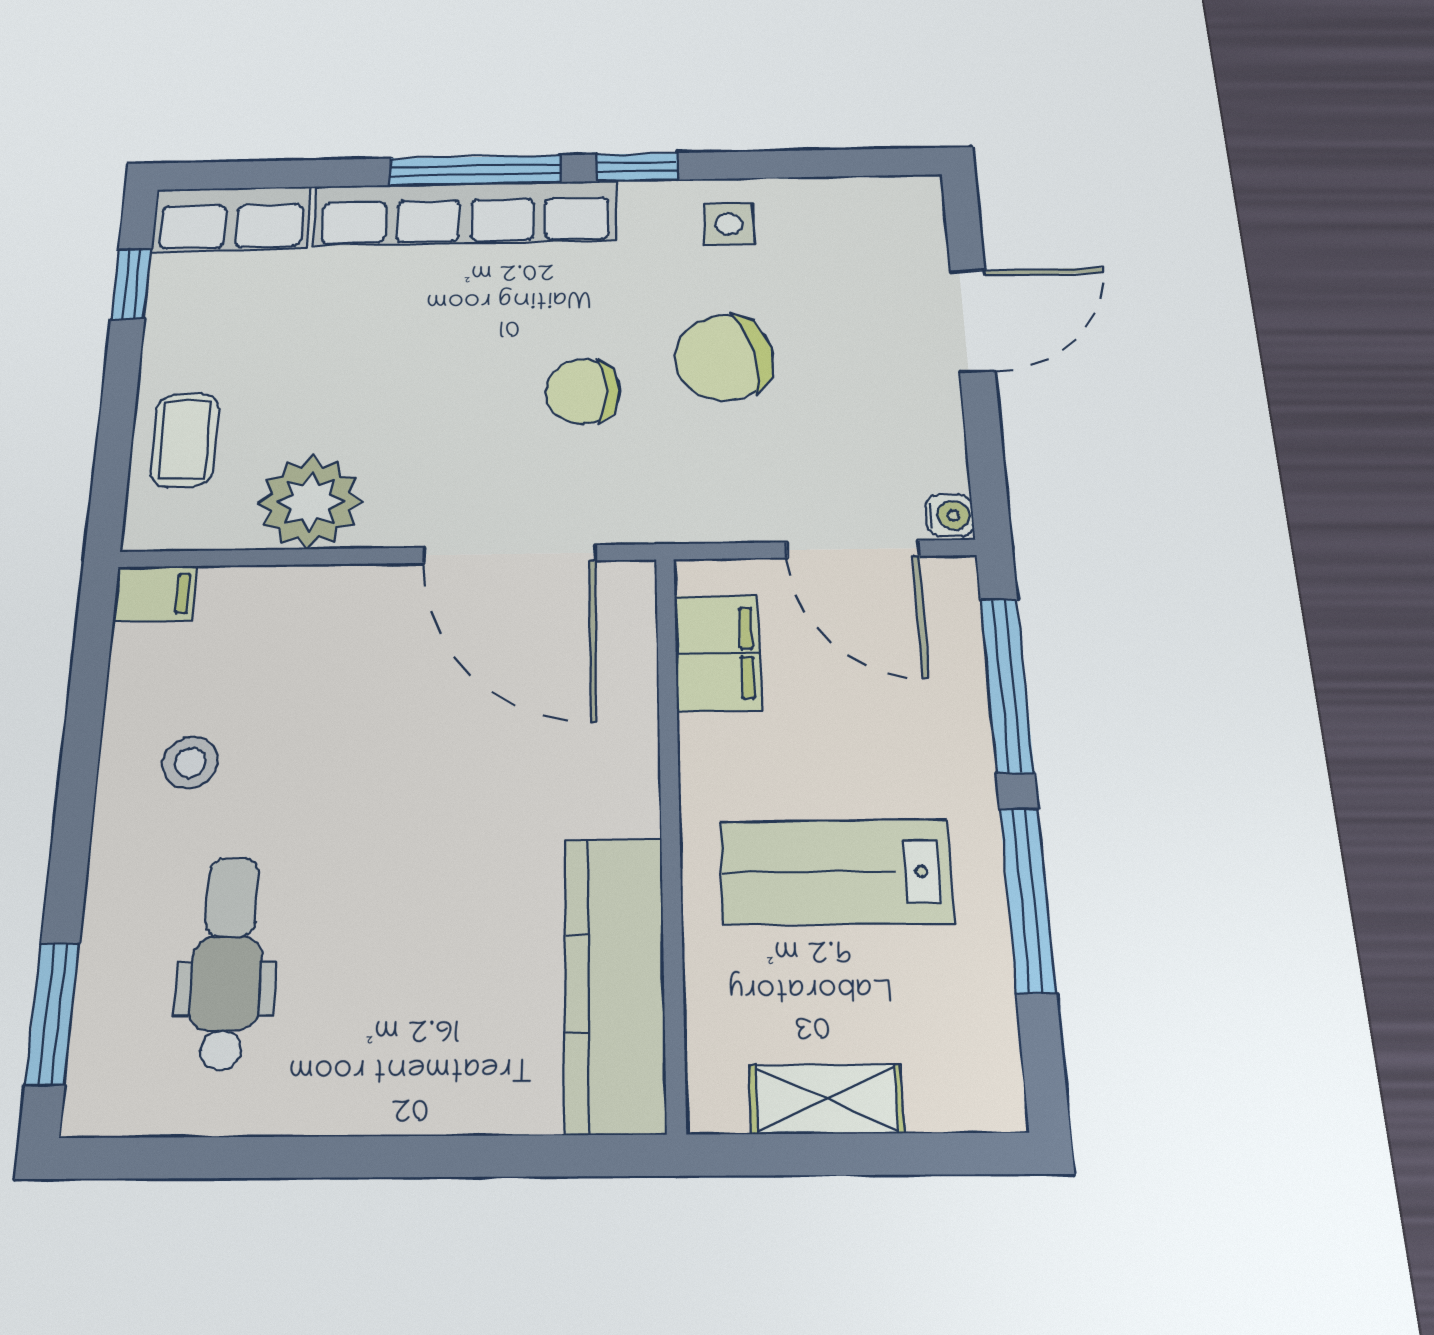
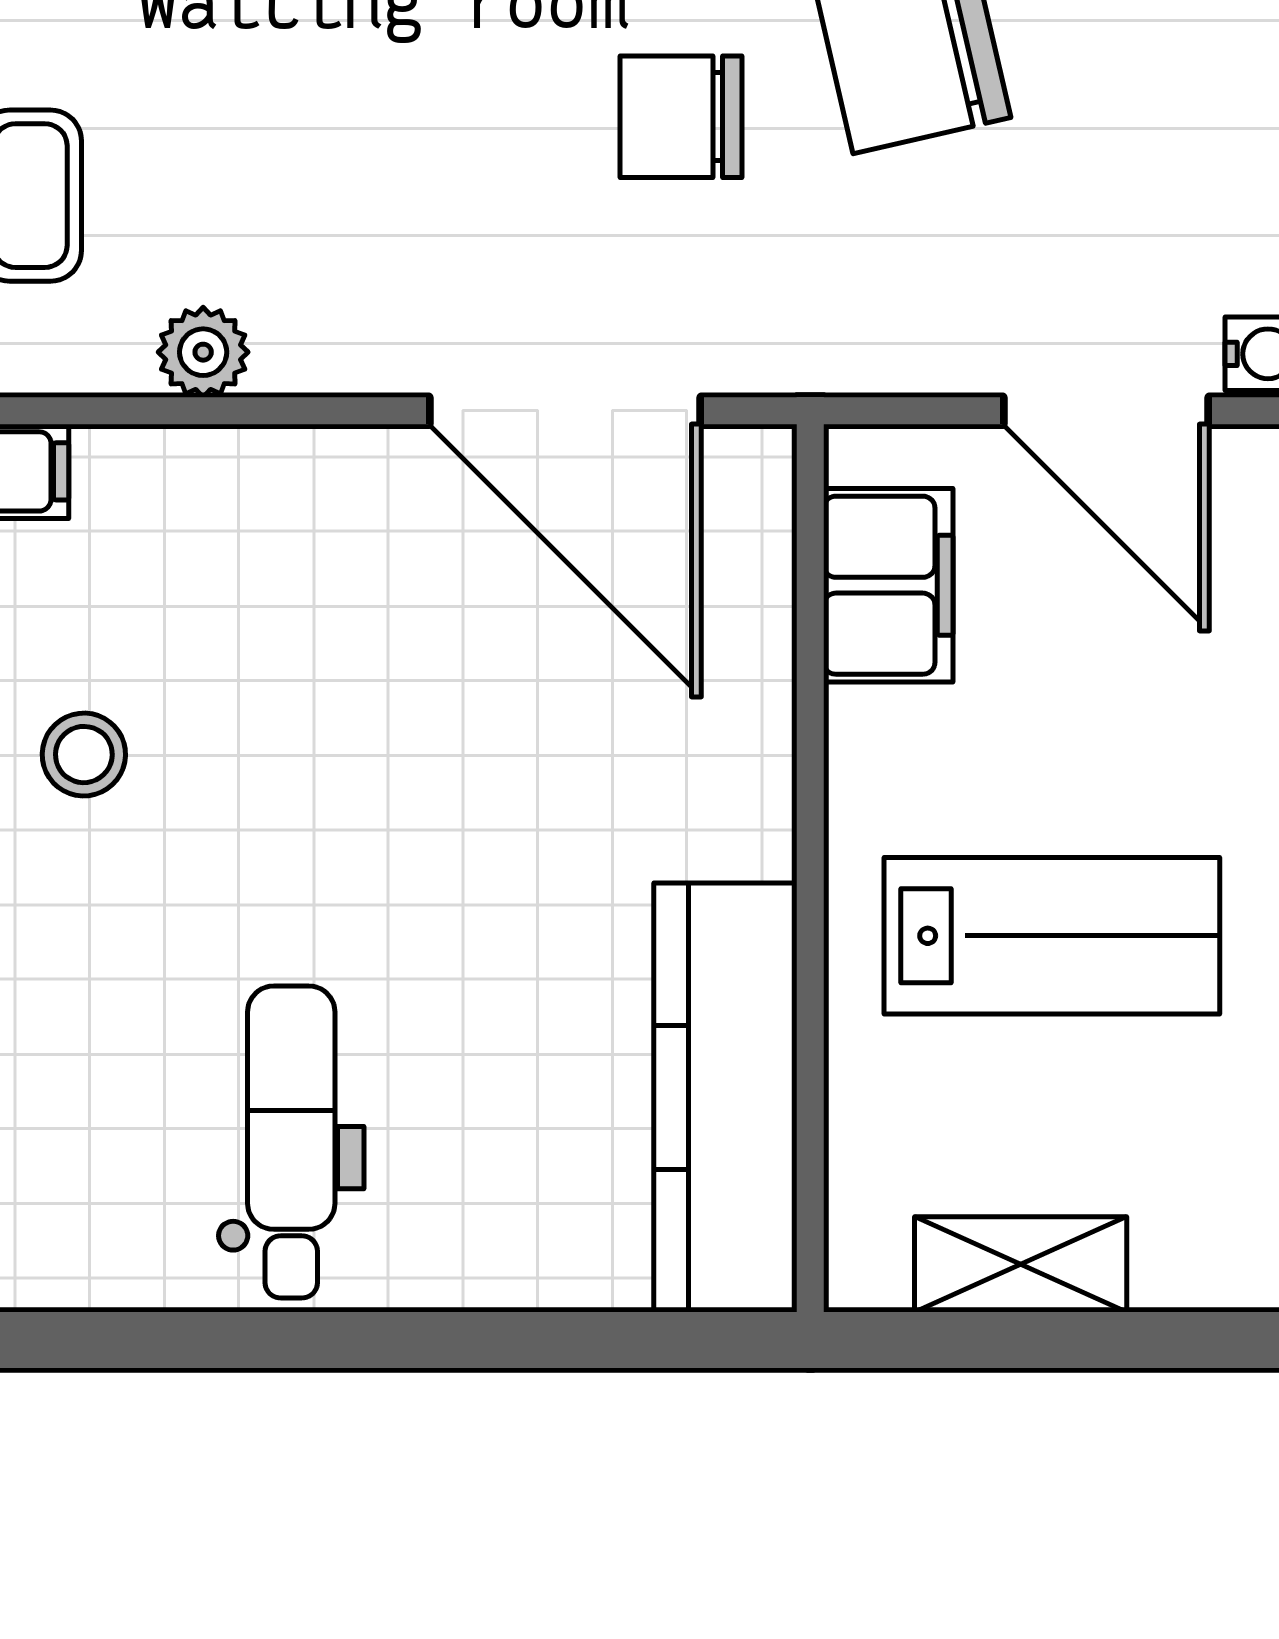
plant: (310, 502) -> (203, 352), width x0.53, depth x0.53
lab bench: (836, 872) -> (1052, 936), turned 180
dental chair: (227, 962) -> (291, 1142), moved

